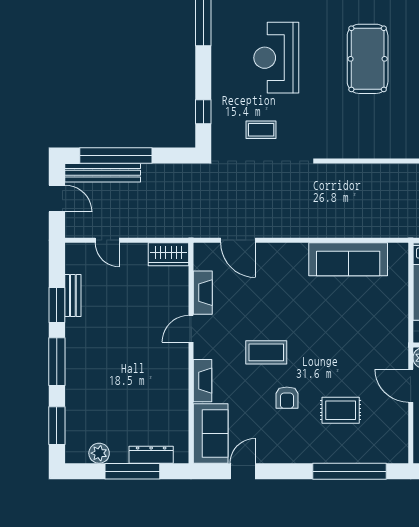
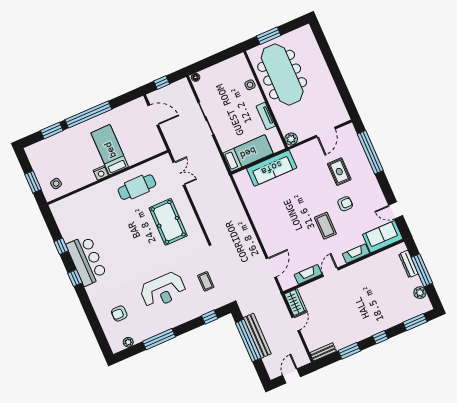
pool table: (368, 59) -> (168, 222), moved, turned 90
window: (116, 155) -> (248, 340), moved
bench: (103, 173) -> (257, 336), moved
door: (107, 240) -> (296, 324), moved
sofa: (348, 259) -> (272, 168), moved, turned 90
bench: (73, 295) -> (323, 352), moved
door: (191, 329) -> (330, 272), swing flipped
window: (57, 362) -> (380, 337), width x0.46
door: (411, 386) -> (326, 132), moved

